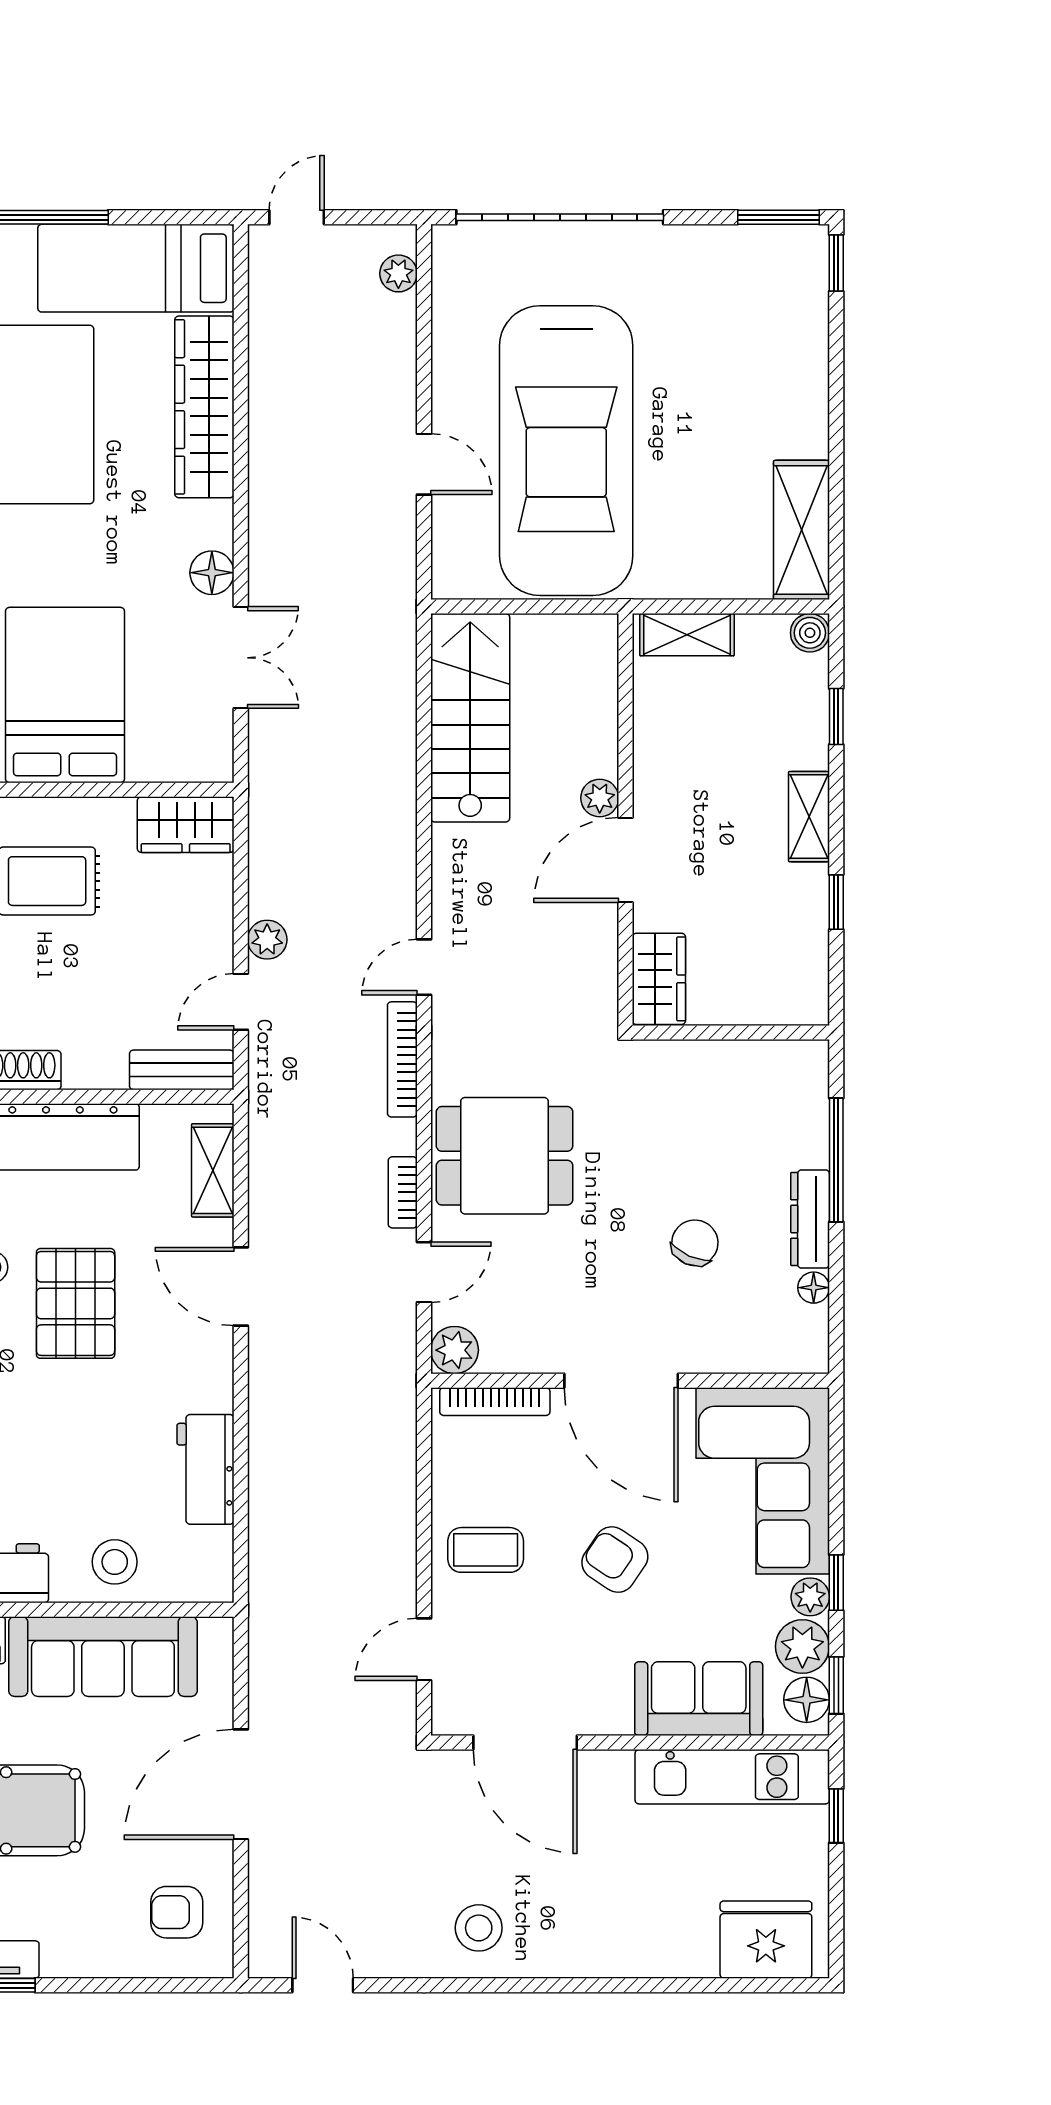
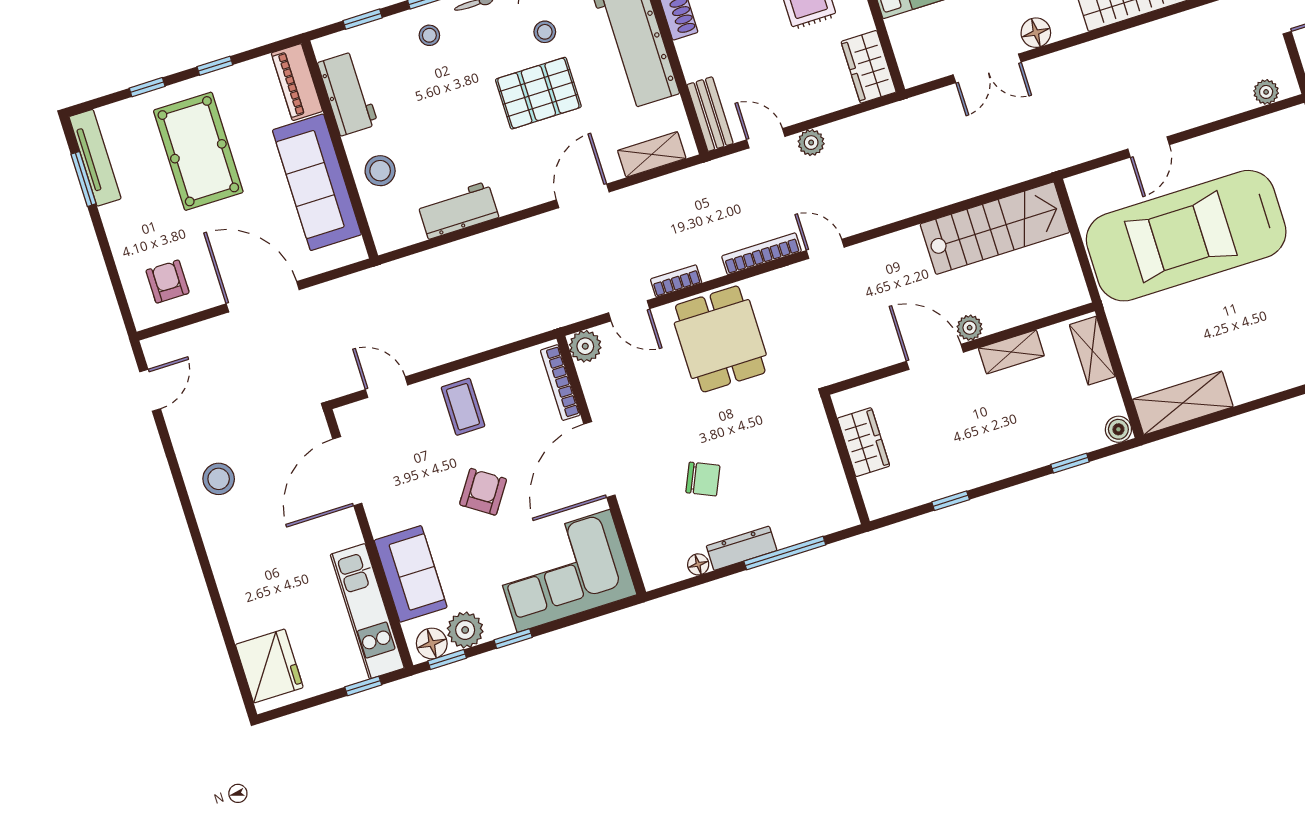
shelving: (809, 817) -> (1011, 352), moved
wardrobe: (659, 979) -> (864, 442), moved, turned -90
plant: (810, 1597) -> (499, 625), removed

